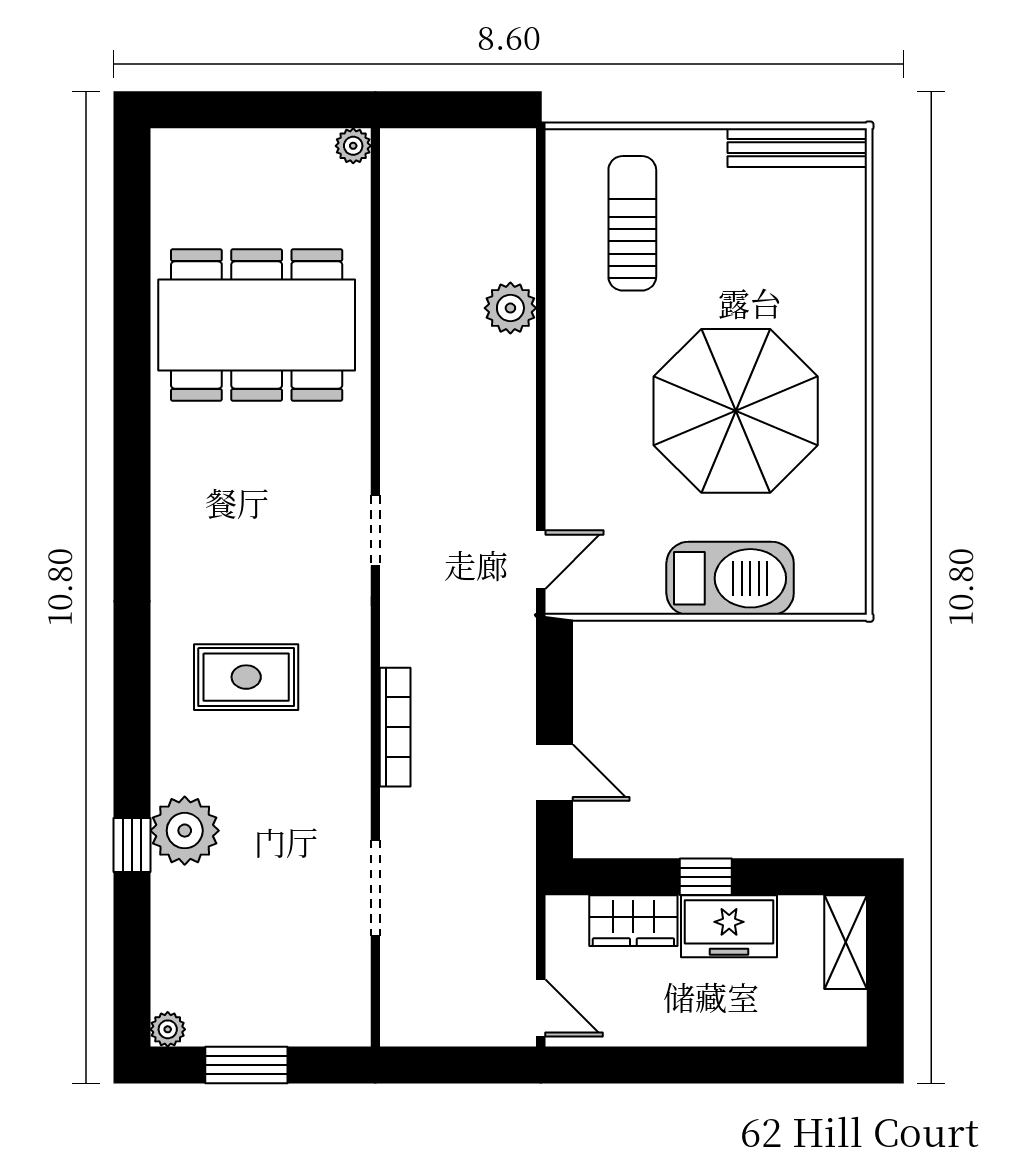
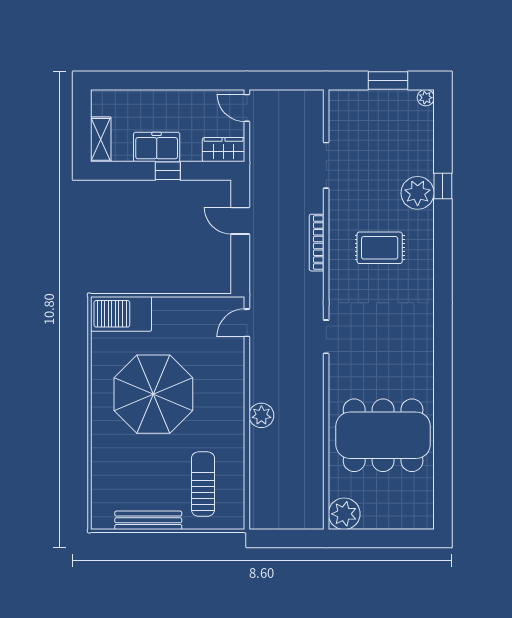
plant: (353, 146) -> (344, 514), width x1.88, depth x1.88
bench: (797, 148) -> (148, 520), moved
sun lounger: (632, 223) -> (203, 484), turned 180
plant: (510, 308) -> (261, 415), moved
barbecue: (730, 578) -> (121, 314), moved
rug: (246, 677) -> (380, 248), moved
wardrobe: (633, 921) -> (224, 150), moved

